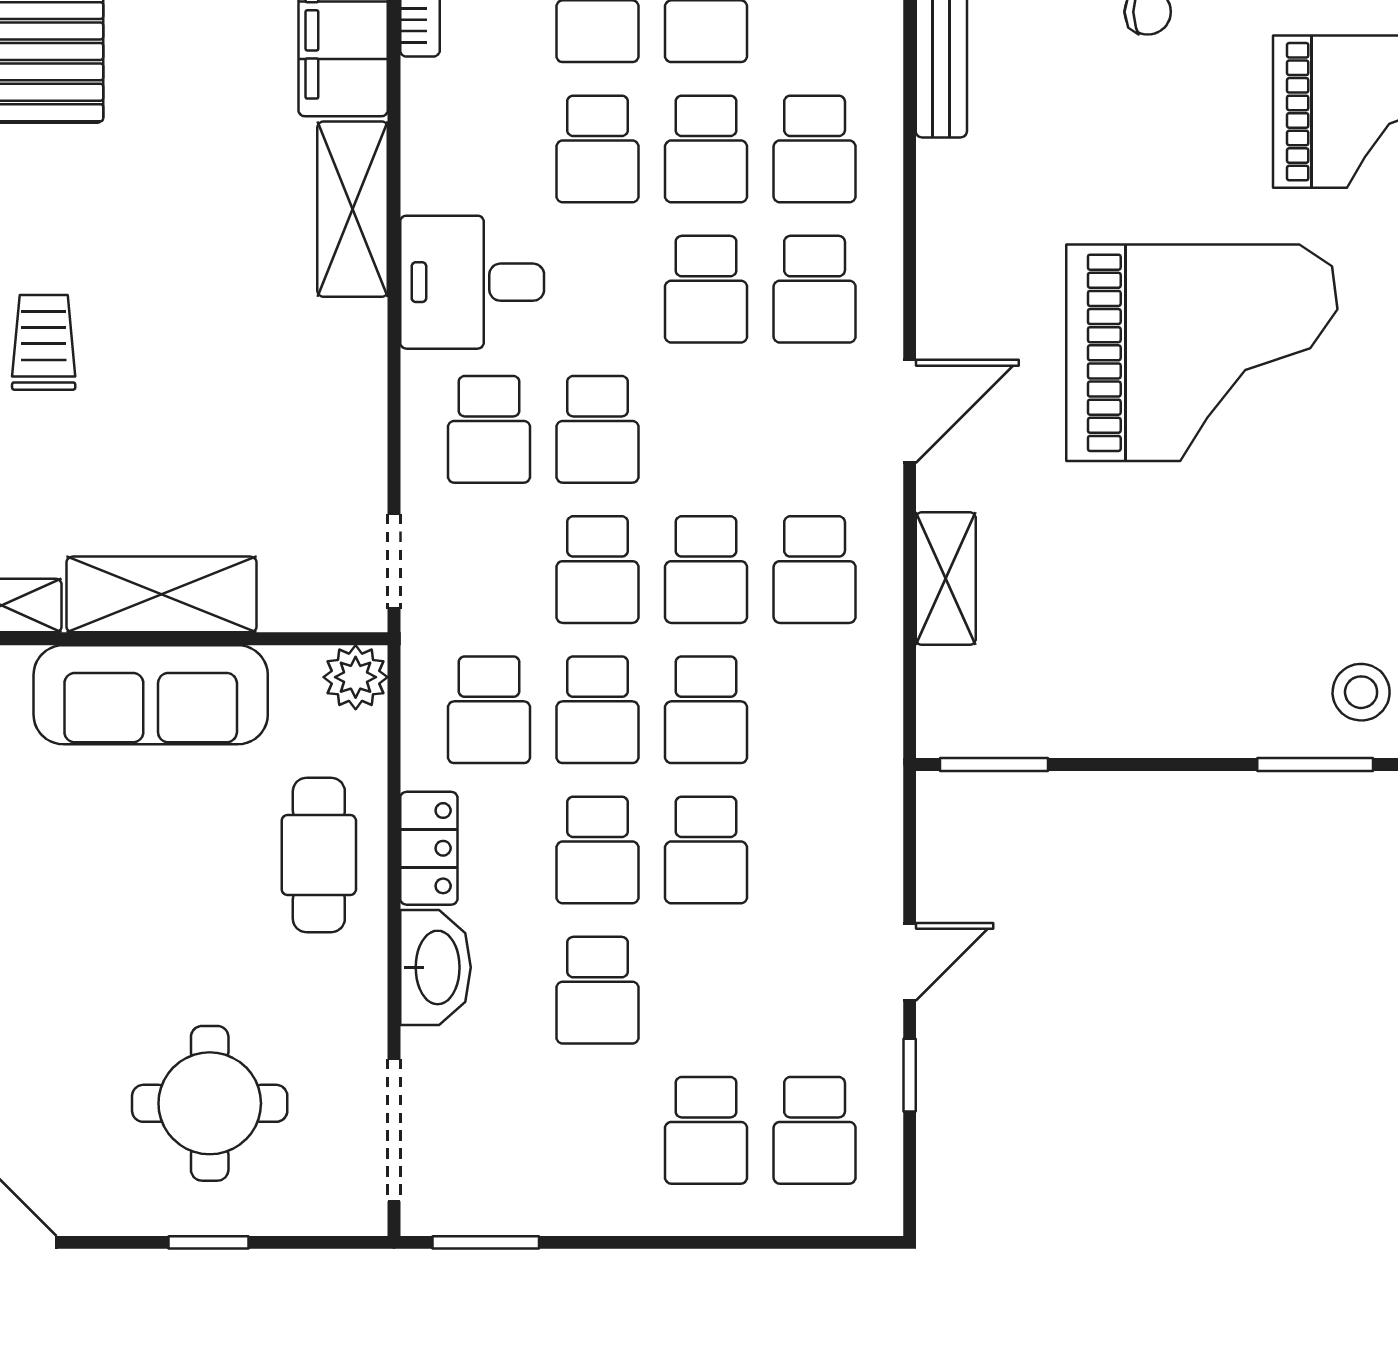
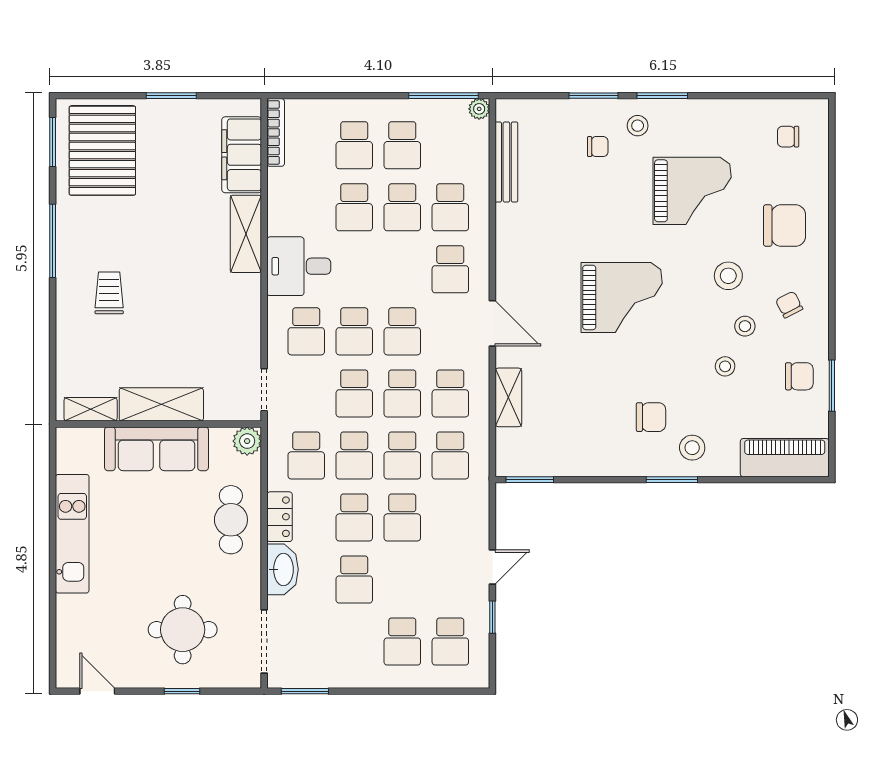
school desk: (706, 289) -> (402, 331), moved
grand piano: (1202, 353) -> (622, 297), width x0.73, depth x0.68
door: (910, 411) -> (492, 323), hinge flipped
chair: (1268, 623) -> (651, 417), added
school desk: (815, 710) -> (450, 455), added

